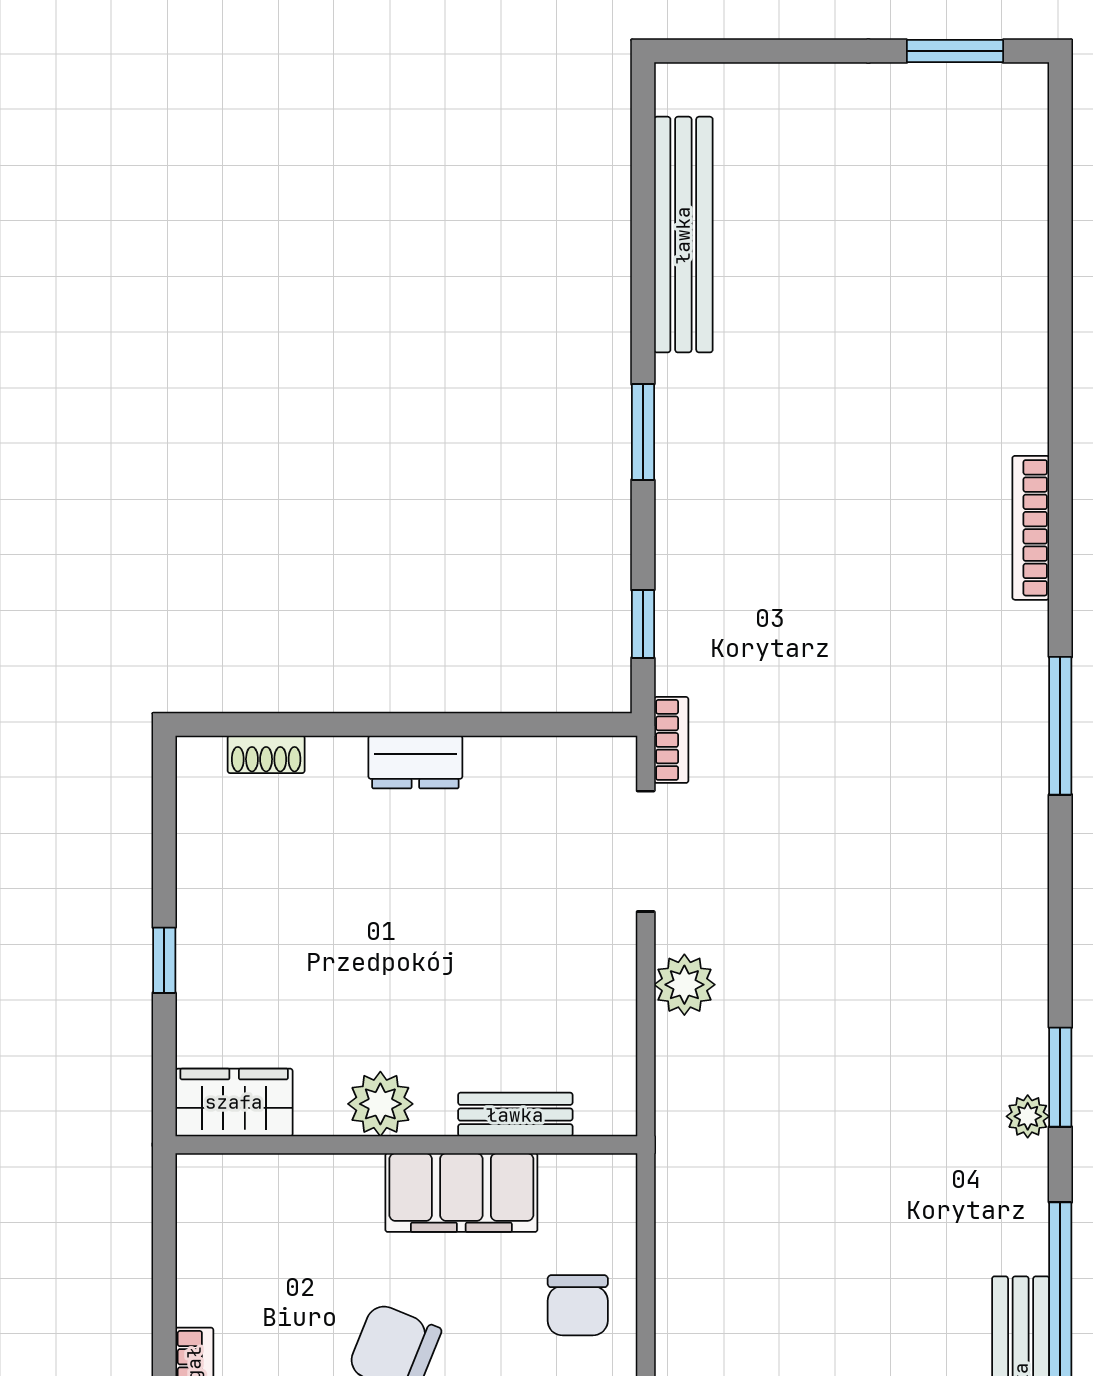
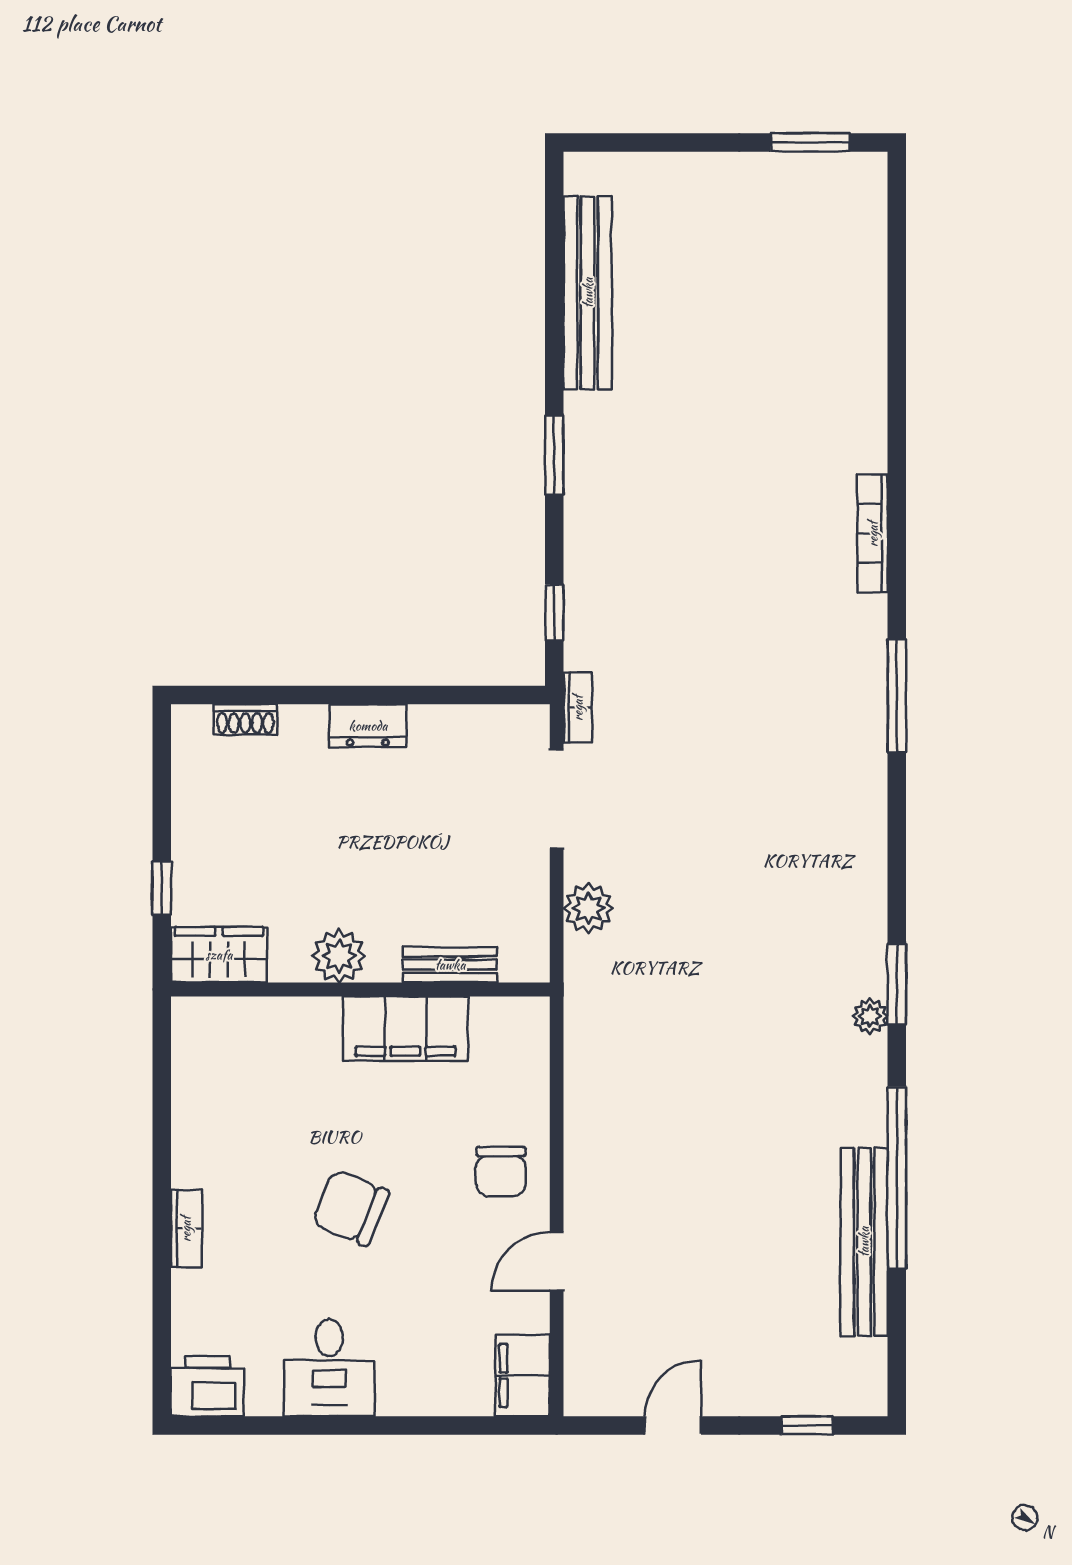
wardrobe: (234, 1102) -> (219, 955), moved
plant: (380, 1104) -> (339, 956), moved
bench: (515, 1115) -> (450, 965), moved
wall: (406, 1145) -> (360, 989), moved
filing cabinet: (461, 1193) -> (405, 1029), moved

